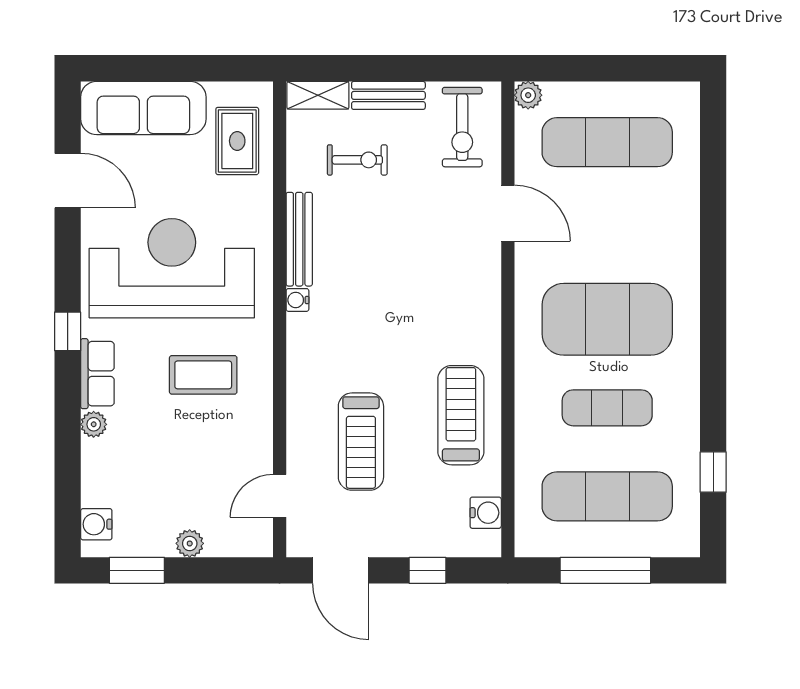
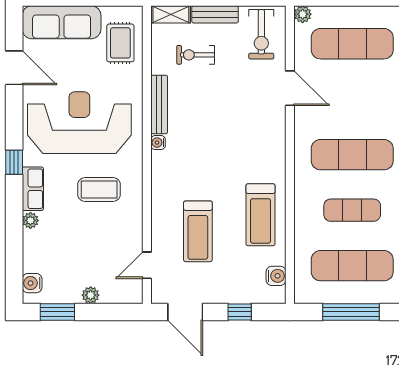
exercise bike: (357, 160) -> (196, 55), turned 180
exercise mat: (607, 319) -> (352, 155), width x0.68
treadmill: (461, 415) -> (260, 215), turned 180

